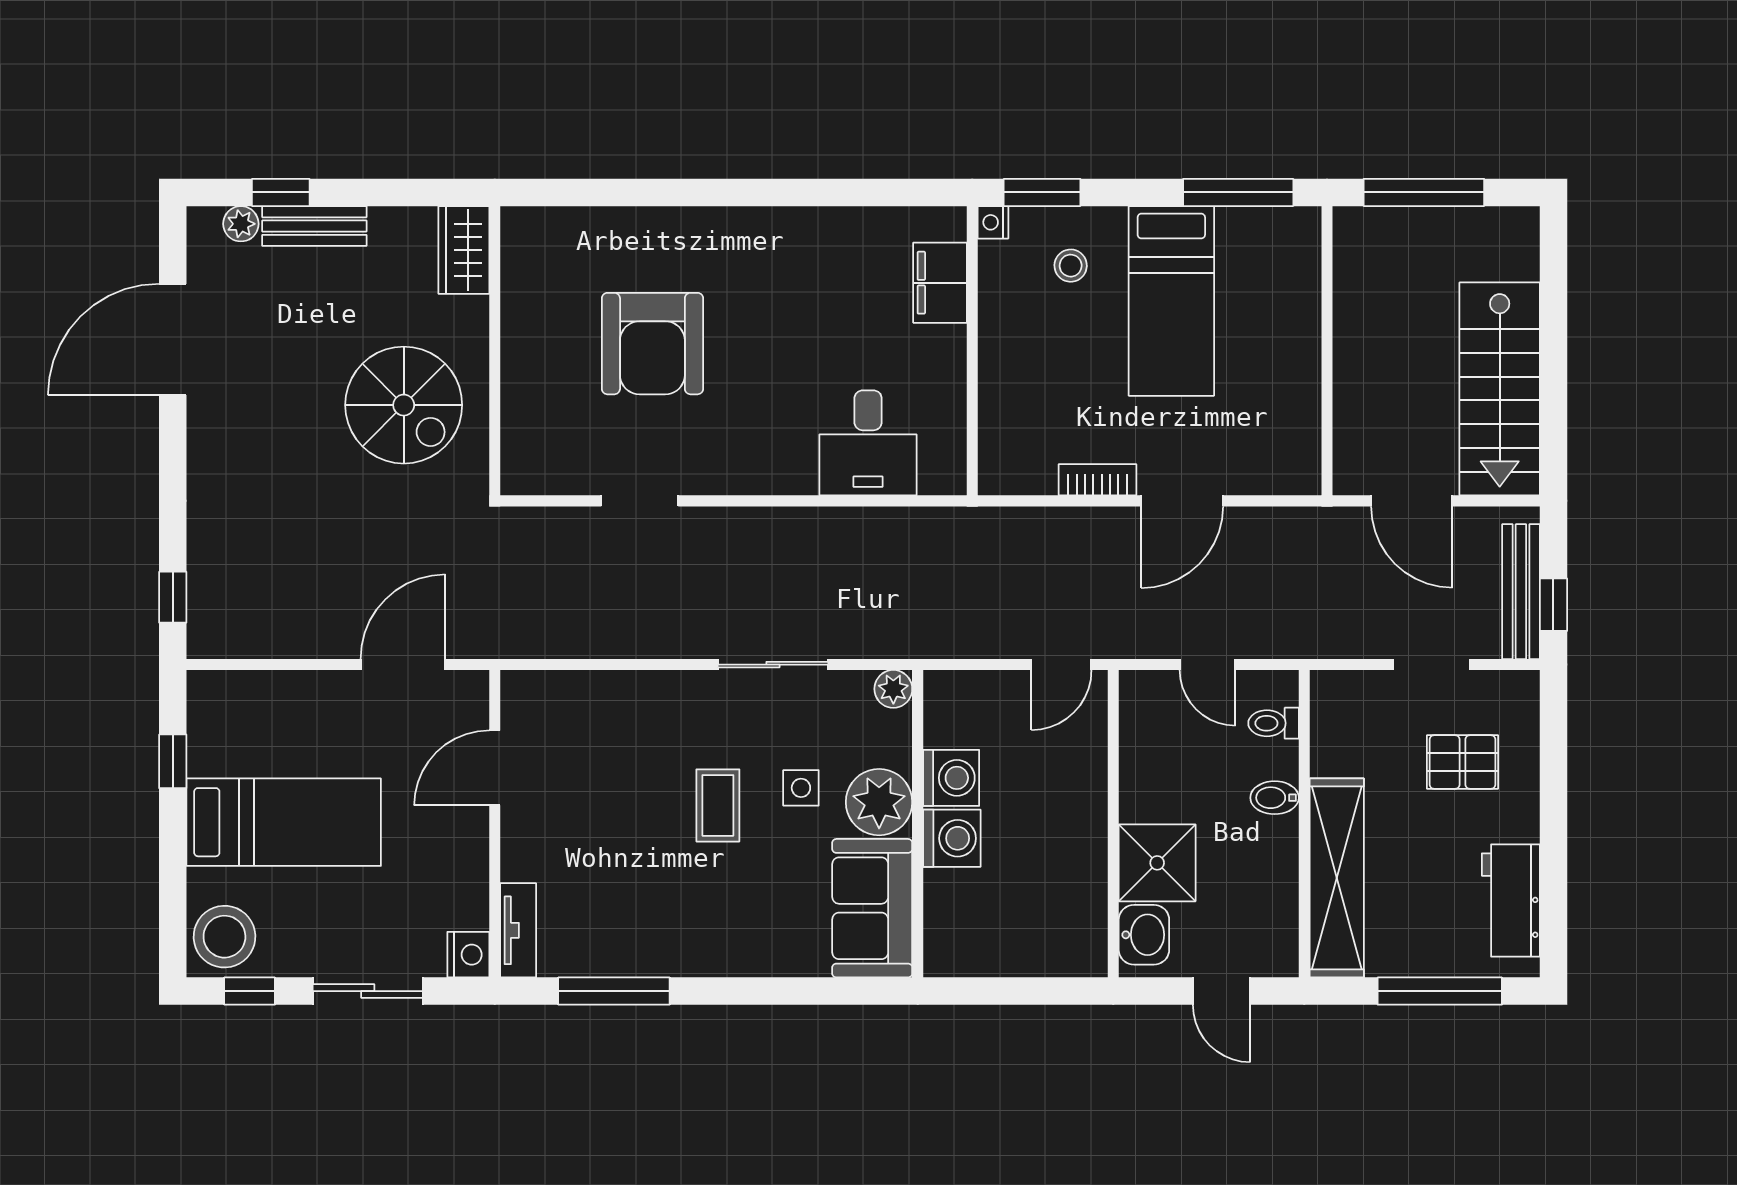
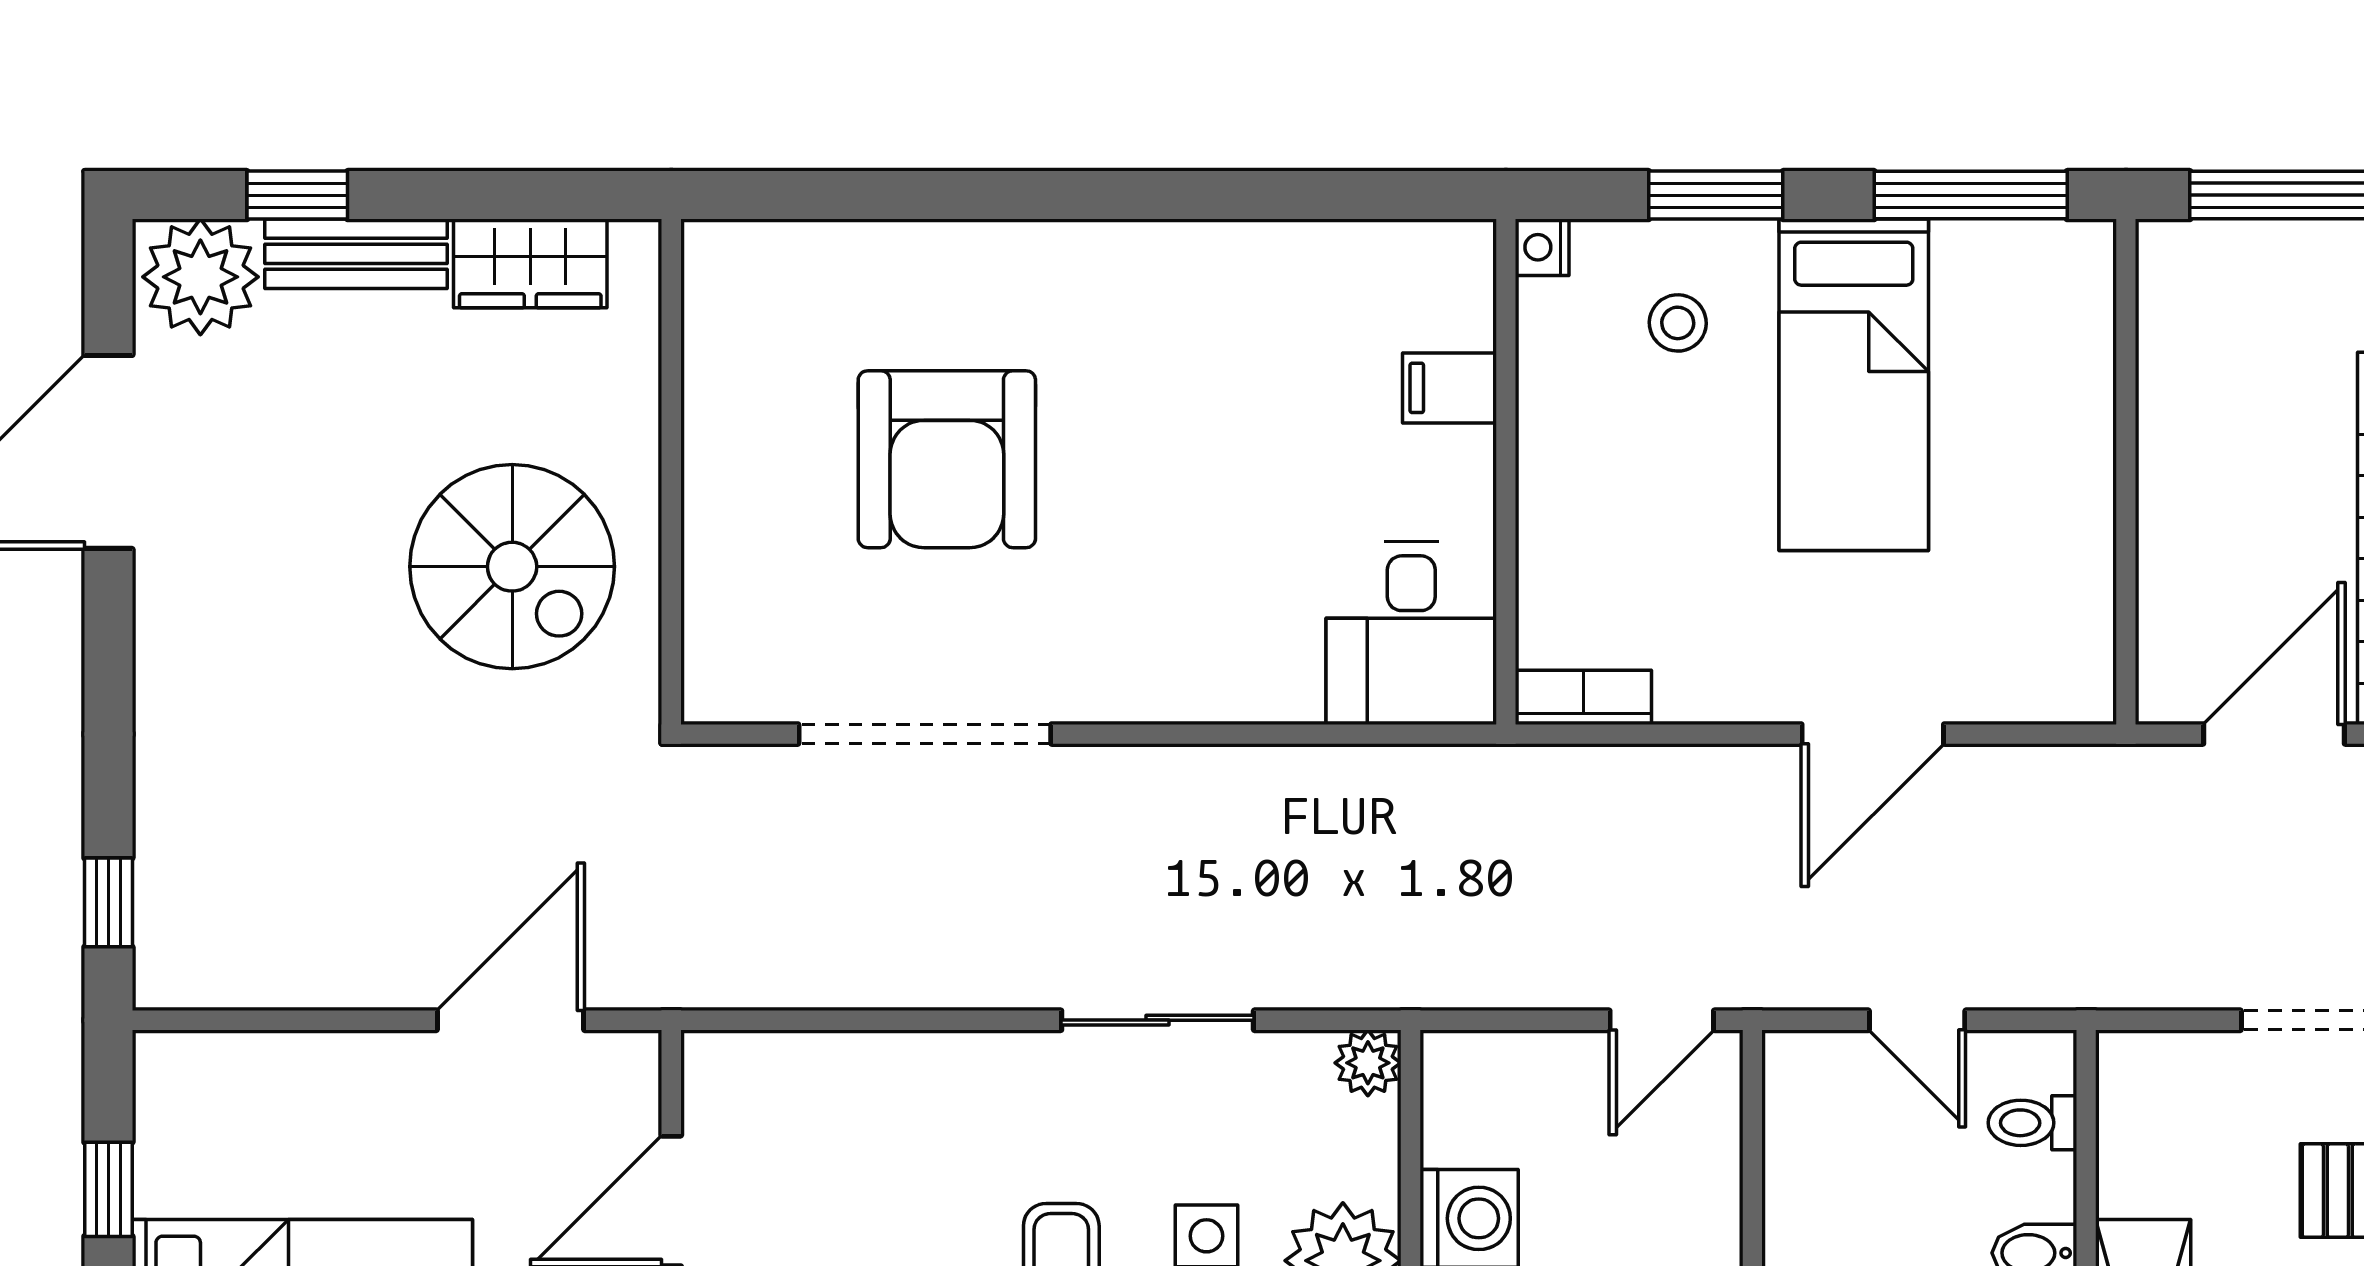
window: (1042, 192) -> (1716, 195), moved
plant: (241, 224) -> (200, 277), width x1.88, depth x1.88
wardrobe: (464, 250) -> (530, 263), moved, turned -90
filing cabinet: (940, 283) -> (1450, 388), width x0.50
desk: (868, 443) -> (1411, 633), moved
bookcase: (1097, 480) -> (1583, 697), moved
doorway: (640, 501) -> (925, 734), width x1.88
door: (1412, 501) -> (2274, 734), swing flipped

